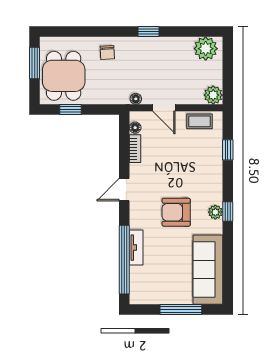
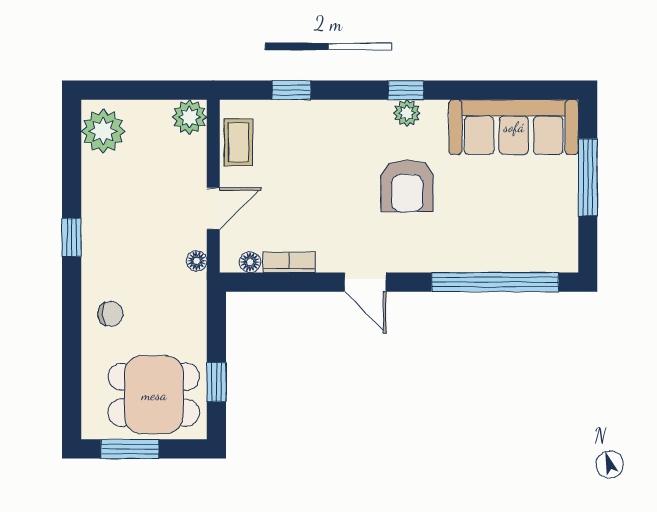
tv unit: (136, 248) -> (473, 260), removed

